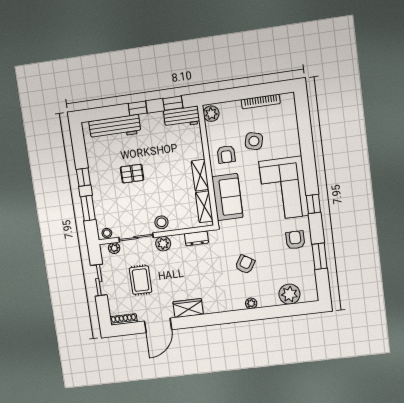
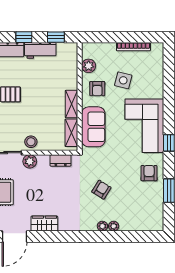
plant: (211, 114) -> (89, 66), moved
workbench: (182, 117) -> (40, 50), moved
plant: (289, 294) -> (114, 226), moved, width x0.53, depth x0.53

